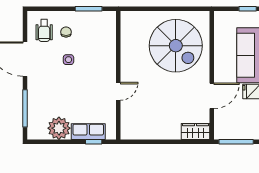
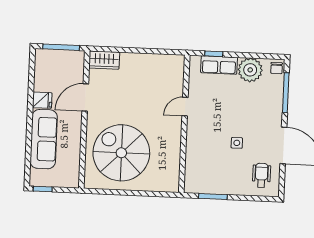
chair: (66, 32) -> (277, 68), moved

